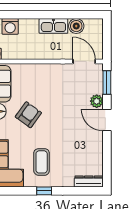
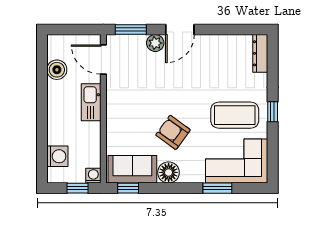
kitchen sink: (53, 26) -> (91, 102), moved, turned 180
door: (84, 62) -> (103, 60), hinge flipped
coffee table: (42, 162) -> (235, 115), width x1.36, depth x1.32

